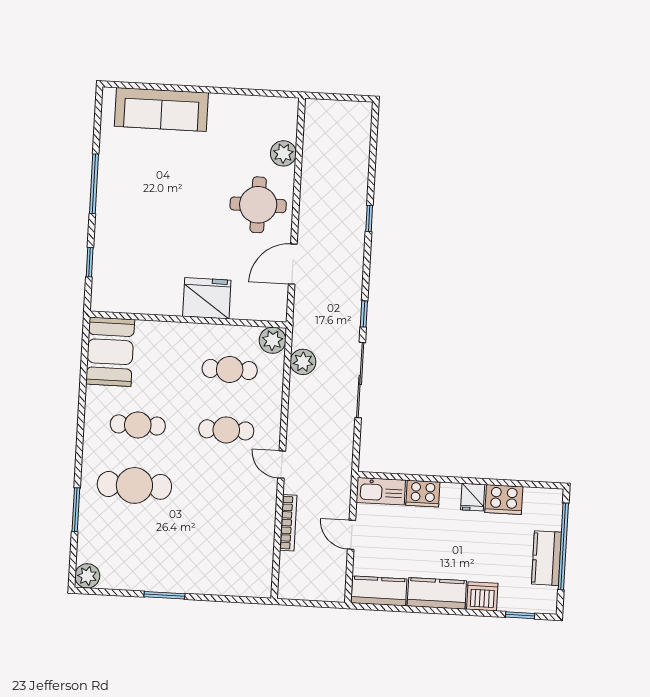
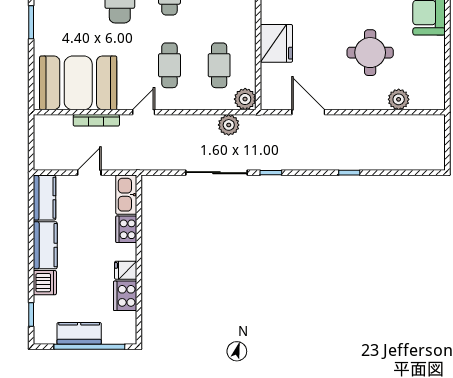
round table: (258, 205) -> (370, 53), moved
booth: (241, 542) -> (78, 83), added

